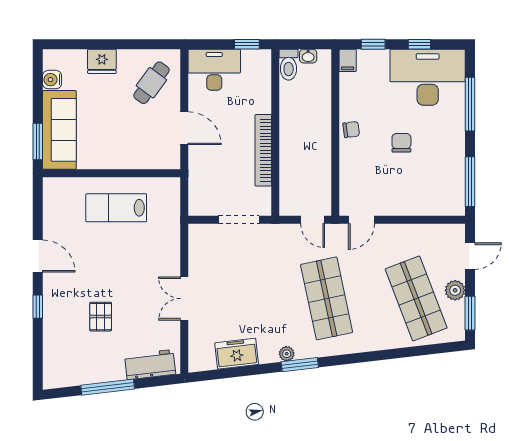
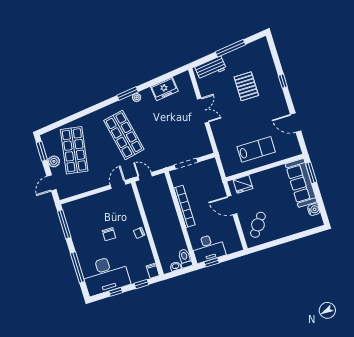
fridge: (102, 61) -> (243, 184), moved, turned 180
desk: (214, 70) -> (208, 248), moved
door: (38, 256) -> (296, 123), moved
shop shelf: (416, 298) -> (74, 150), turned 30
pallet: (101, 317) -> (246, 86), width x1.50, depth x1.42

